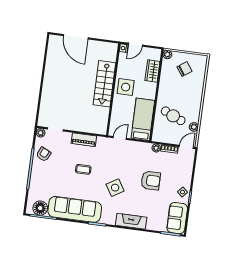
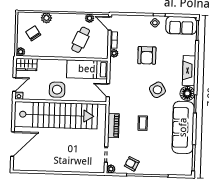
door: (135, 45) -> (14, 84), hinge flipped
wardrobe: (152, 71) -> (26, 64), moved
stairs: (104, 84) -> (56, 115), width x1.86, depth x1.51
plant: (199, 84) -> (46, 18), added
armchair: (151, 181) -> (147, 55), turned 180
floor lamp: (40, 208) -> (187, 93), moved

